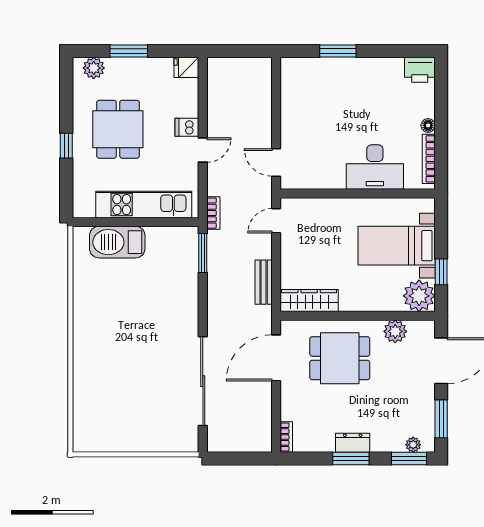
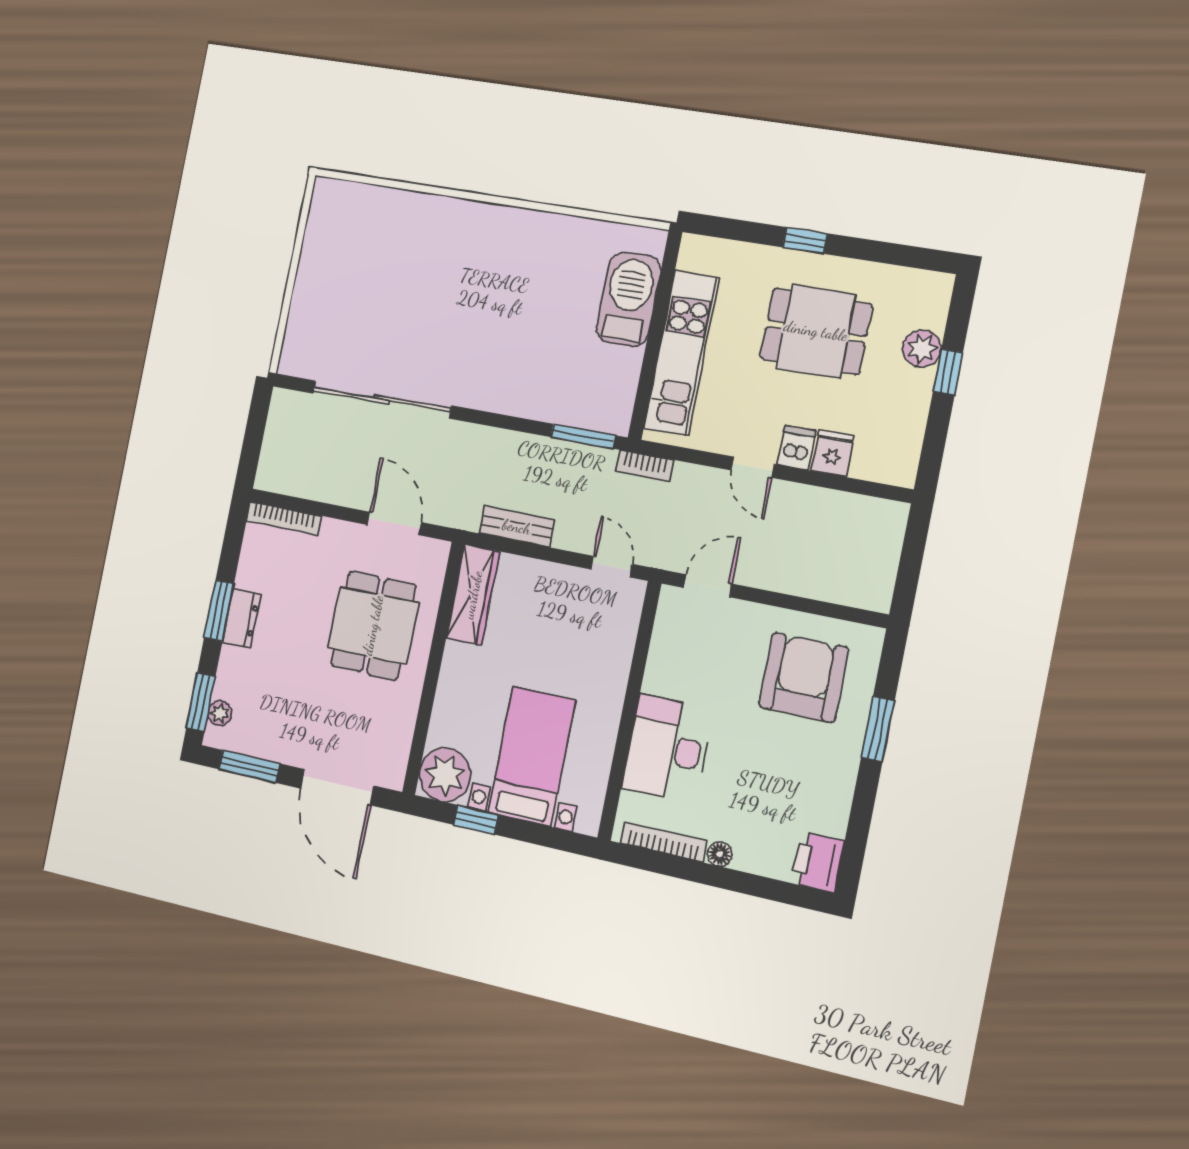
window: (129, 51) -> (948, 372), width x0.67
fridge: (186, 67) -> (833, 453), moved
plant: (94, 68) -> (922, 349), moved
armchair: (317, 98) -> (804, 677), added
plant: (395, 331) -> (397, 724), removed
door: (276, 358) -> (394, 523), width x0.73
bookcase: (286, 437) -> (284, 518), width x1.56

